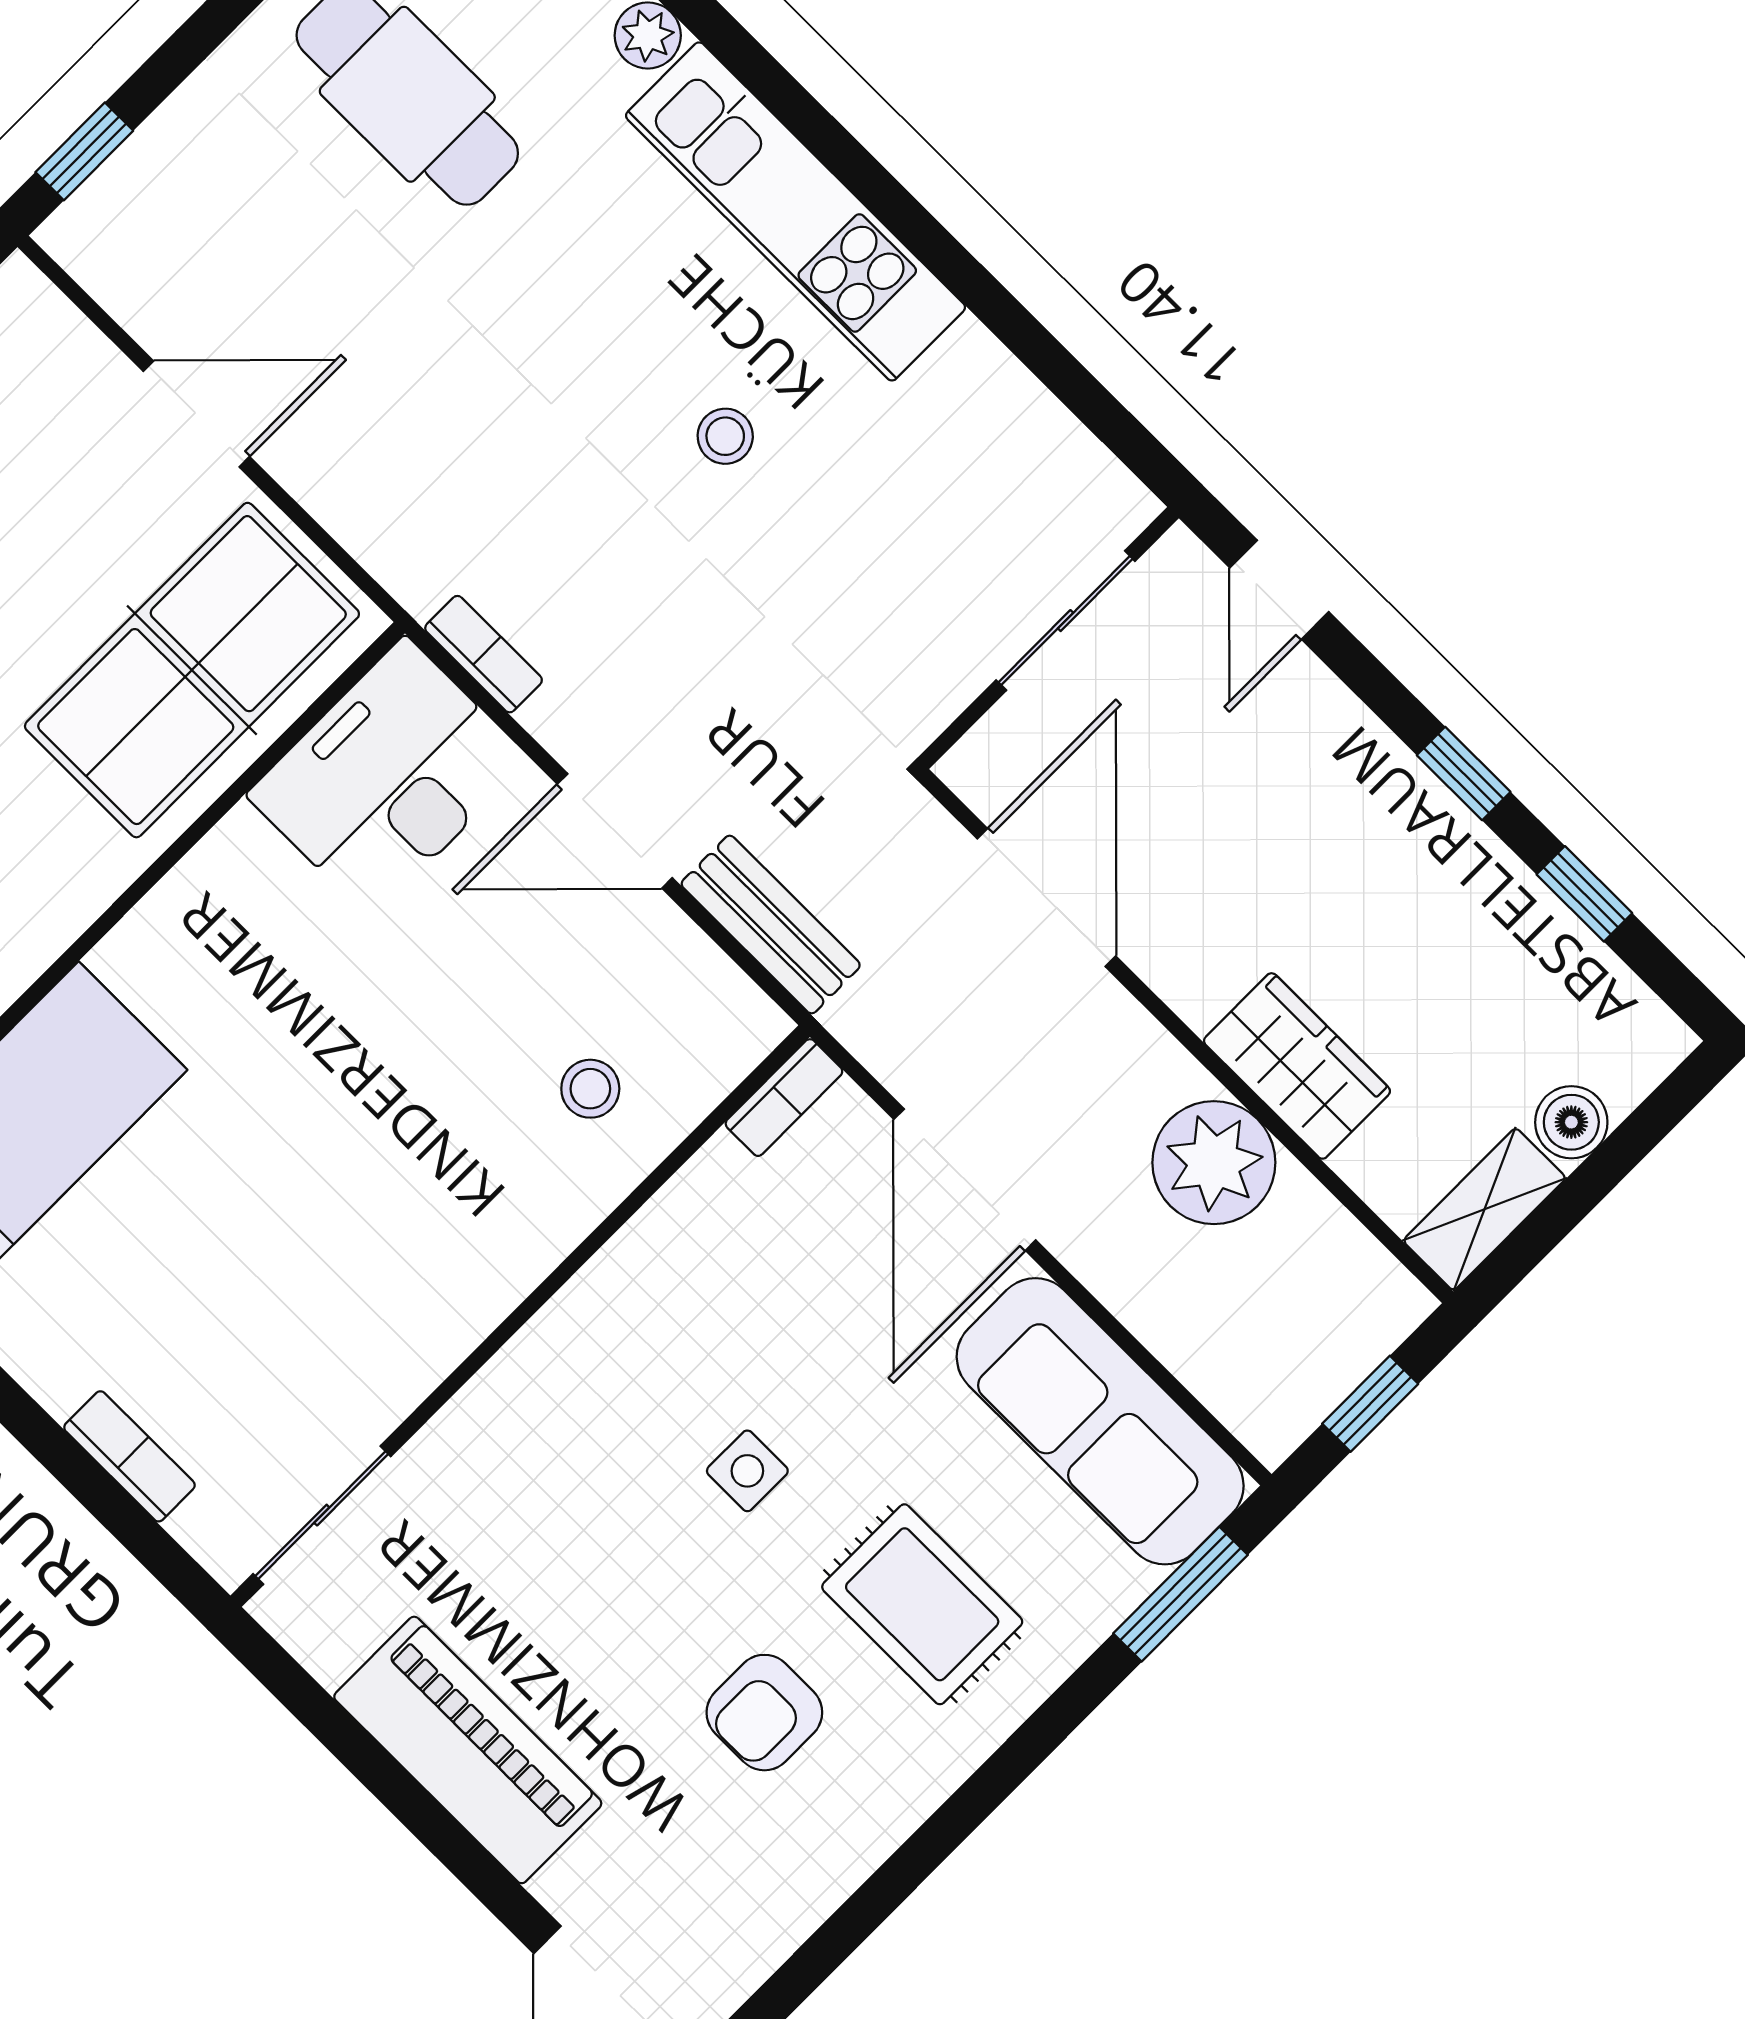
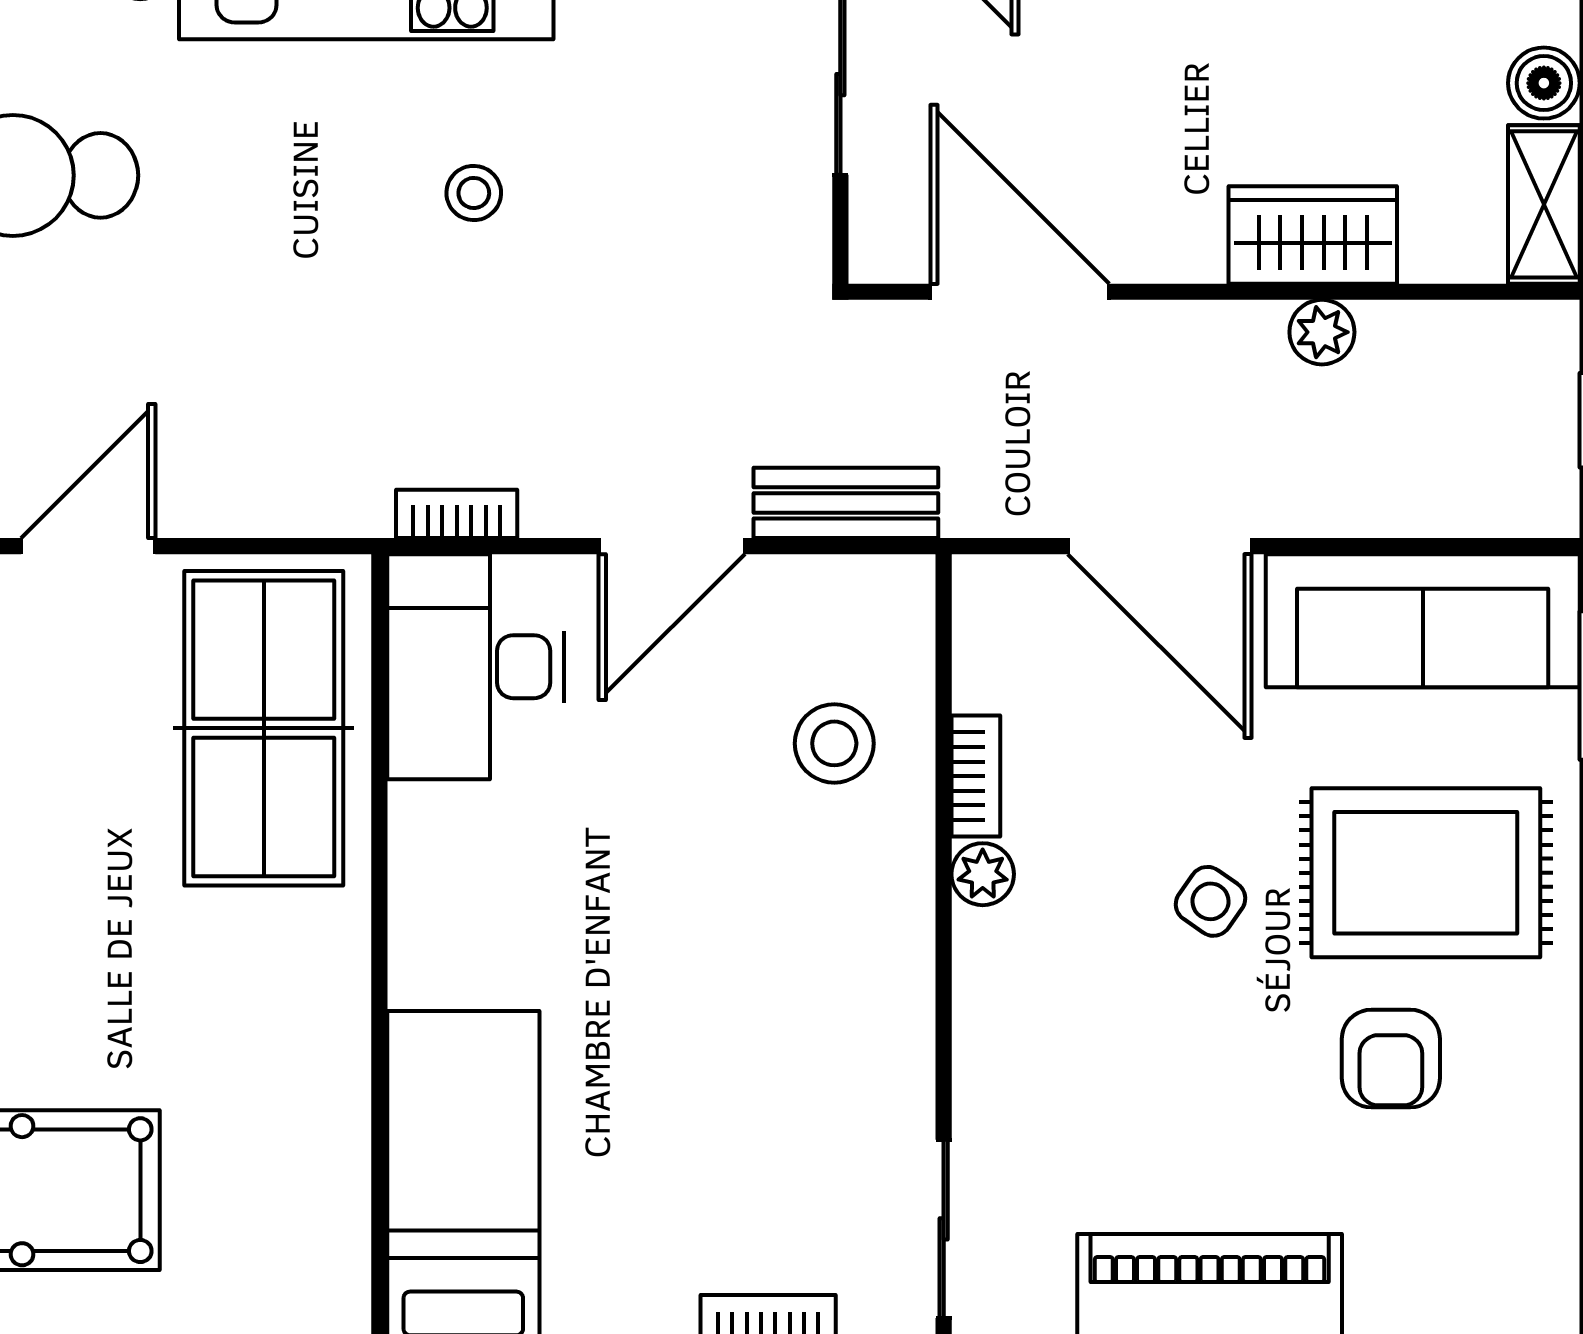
stool: (590, 1089) -> (834, 743), width x1.37, depth x1.37
bookcase: (784, 1098) -> (976, 776), moved
plant: (1214, 1163) -> (1322, 332), width x0.53, depth x0.53
plant: (603, 1289) -> (983, 874), added
side table: (747, 1471) -> (1210, 901), turned 35
rug: (922, 1604) -> (1426, 873), width x1.36, depth x1.43

